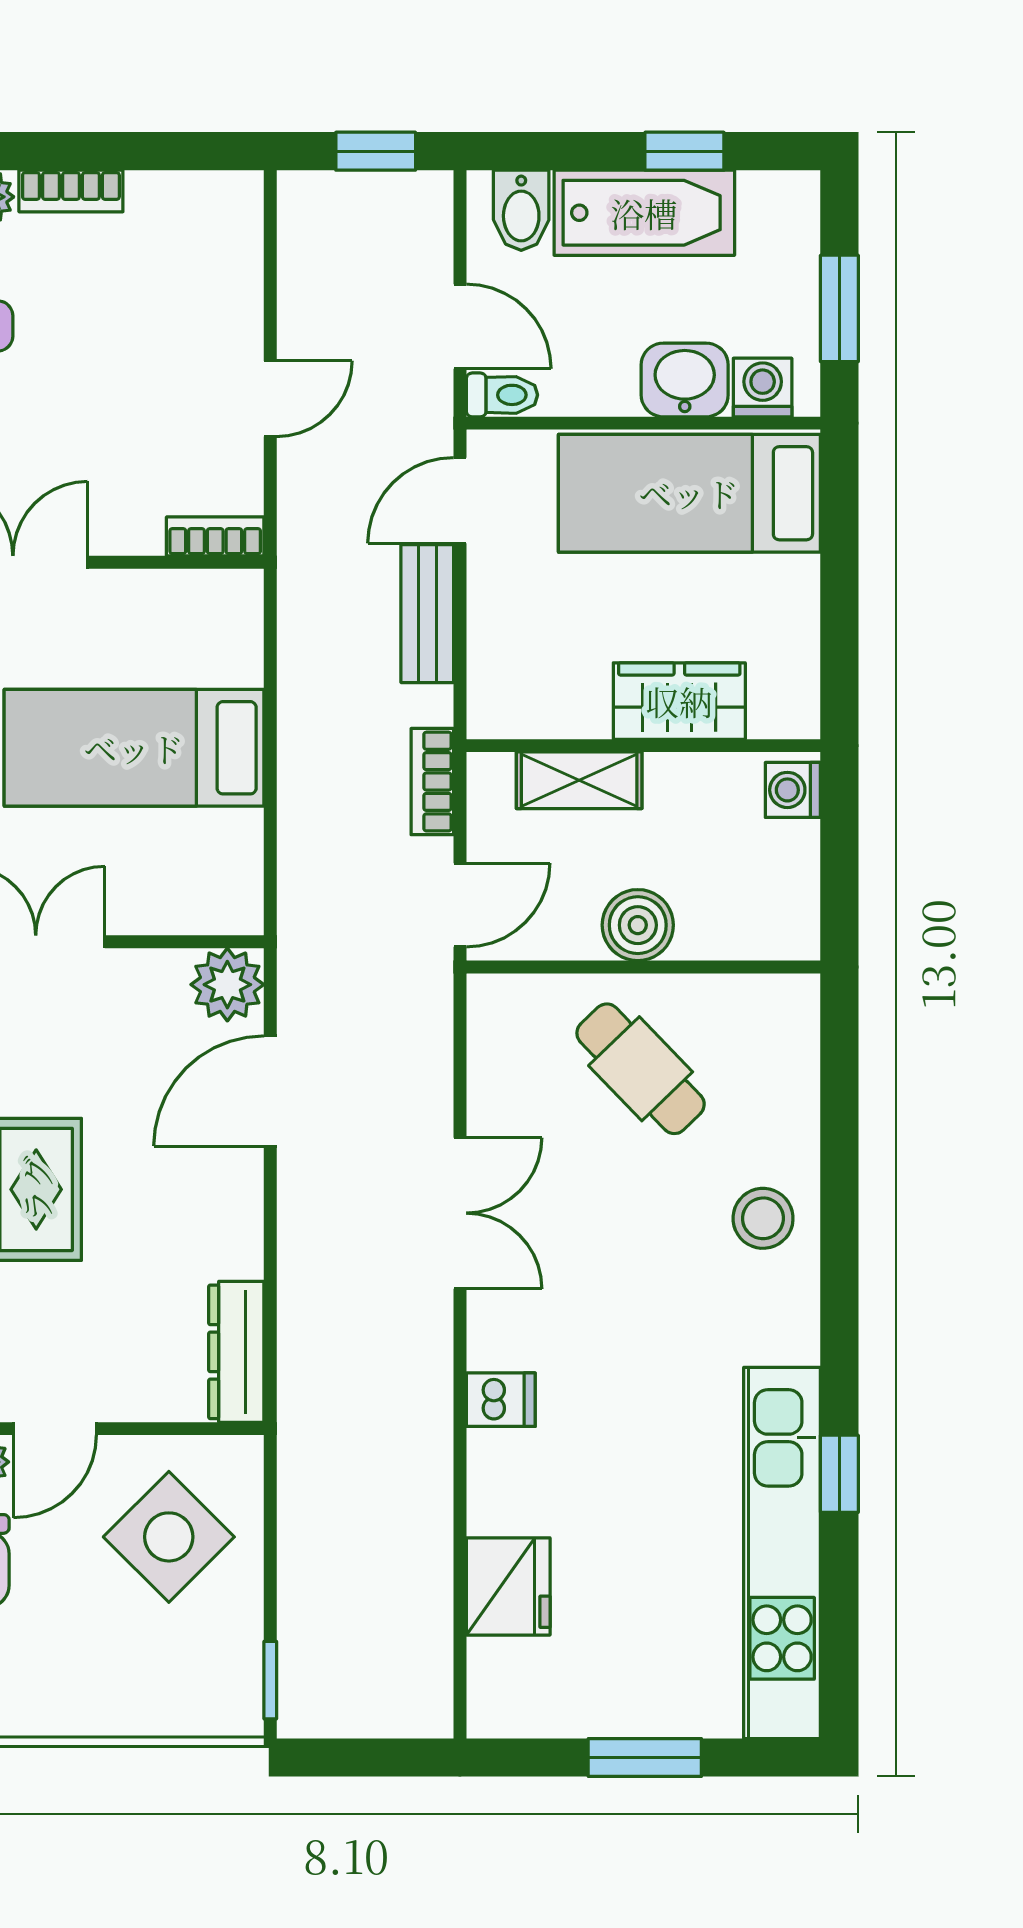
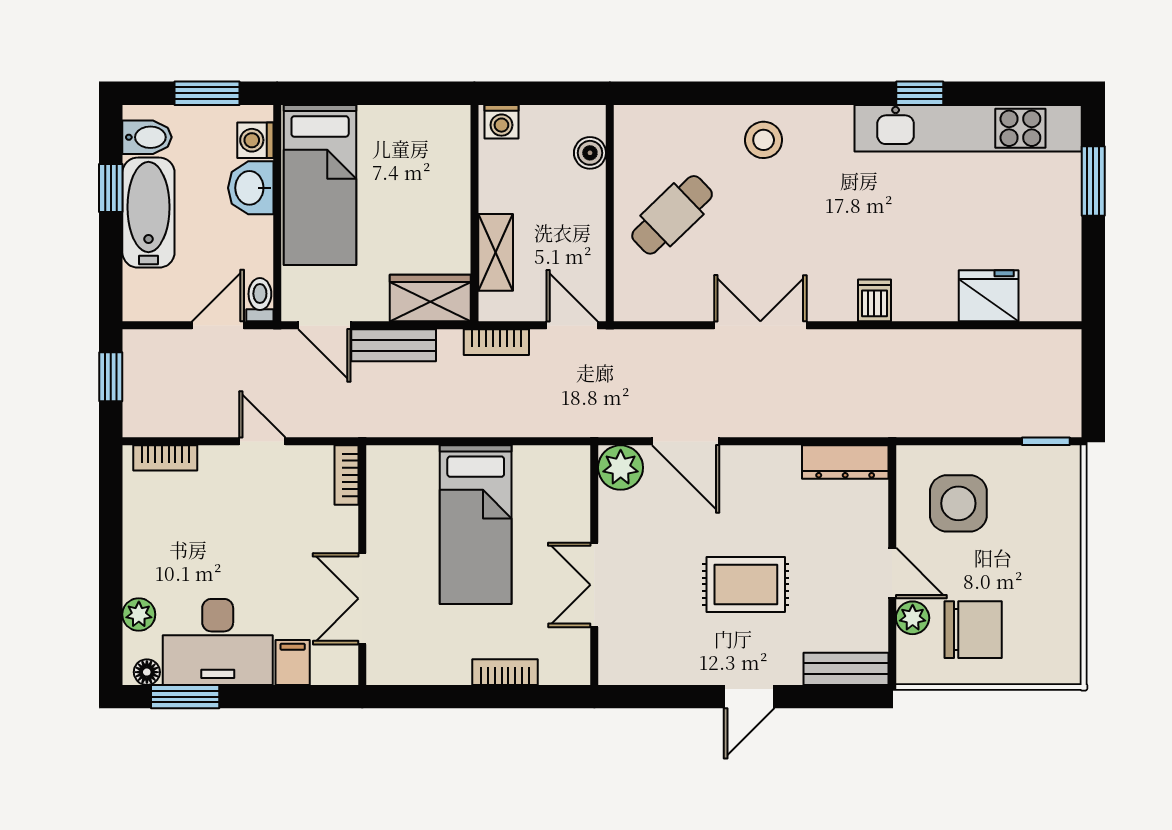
bookcase: (71, 191) -> (165, 458), moved, turned 90
bidet: (521, 210) -> (147, 137), moved
wardrobe: (679, 701) -> (430, 298), moved, turned 90
boiler: (638, 925) -> (590, 153), moved, width x0.73, depth x0.73
side table: (169, 1537) -> (958, 503), turned 45
window: (645, 1758) -> (1093, 181), moved

